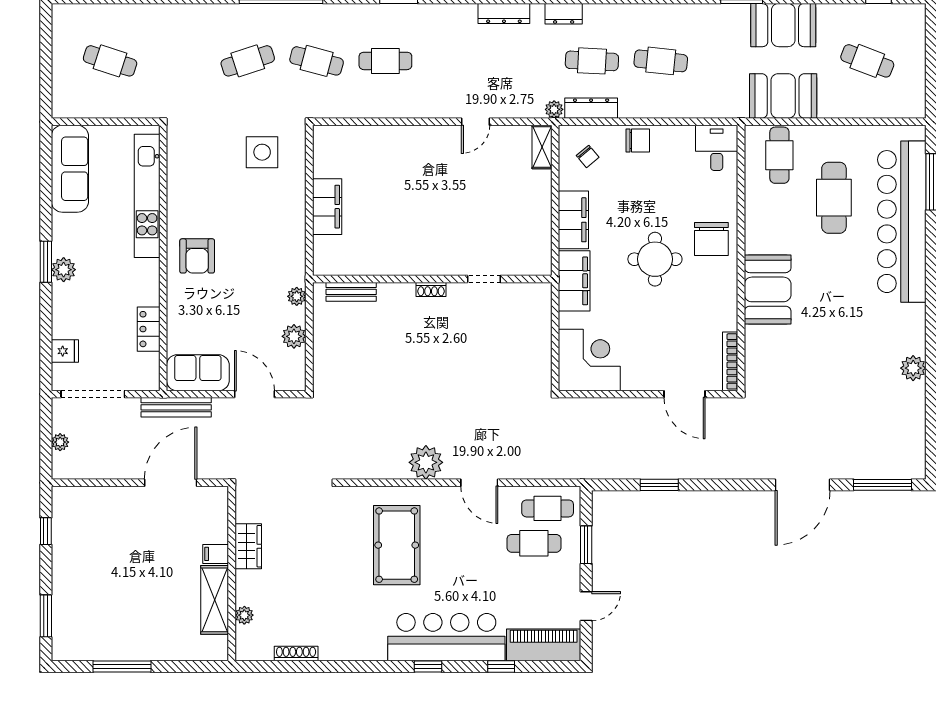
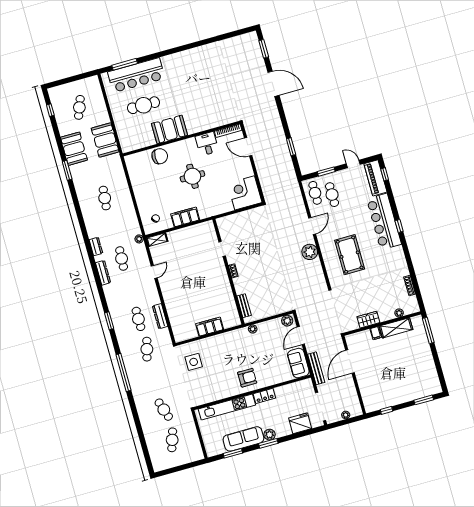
cafe table: (248, 61) -> (164, 410), moved
cafe table: (592, 61) -> (122, 258), moved
dresser: (591, 108) -> (160, 316), moved
door: (475, 122) -> (154, 272), hinge flipped
chair: (638, 141) -> (142, 198), removed
desk: (717, 148) -> (207, 144), moved, turned 90
cafe table: (779, 155) -> (132, 134), removed
sofa: (70, 169) -> (243, 439), moved
window: (46, 181) -> (233, 453), added
bar counter: (902, 222) -> (136, 75), width x0.73
chair: (711, 239) -> (160, 156), moved
filing cabinet: (574, 281) -> (212, 209), removed
booth: (768, 289) -> (169, 129), moved
locker: (149, 329) -> (264, 396), moved
plant: (294, 336) -> (287, 321), moved
fridge: (65, 351) -> (300, 423), width x1.88, depth x1.34
plant: (913, 368) -> (209, 50), removed
door: (685, 394) -> (248, 147), swing flipped
door: (171, 483) -> (350, 362), hinge flipped
window: (882, 485) -> (264, 49), width x0.69
pool table: (397, 545) -> (350, 255), turned 90
window: (122, 667) -> (428, 330), moved
window: (501, 667) -> (385, 174), moved

